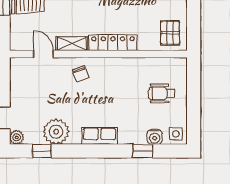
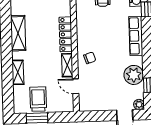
door: (43, 54) -> (76, 86), hinge flipped
row of seats: (99, 136) -> (136, 36), width x1.48

